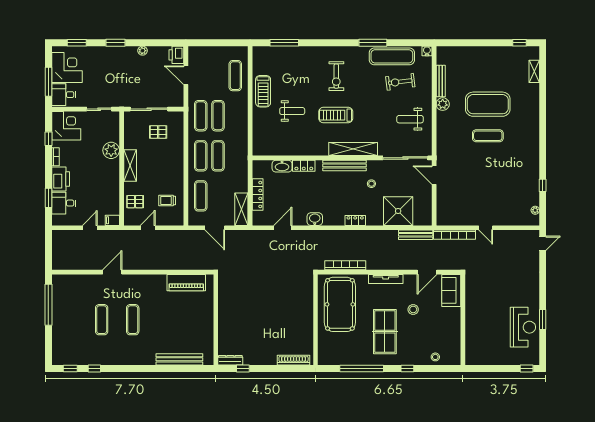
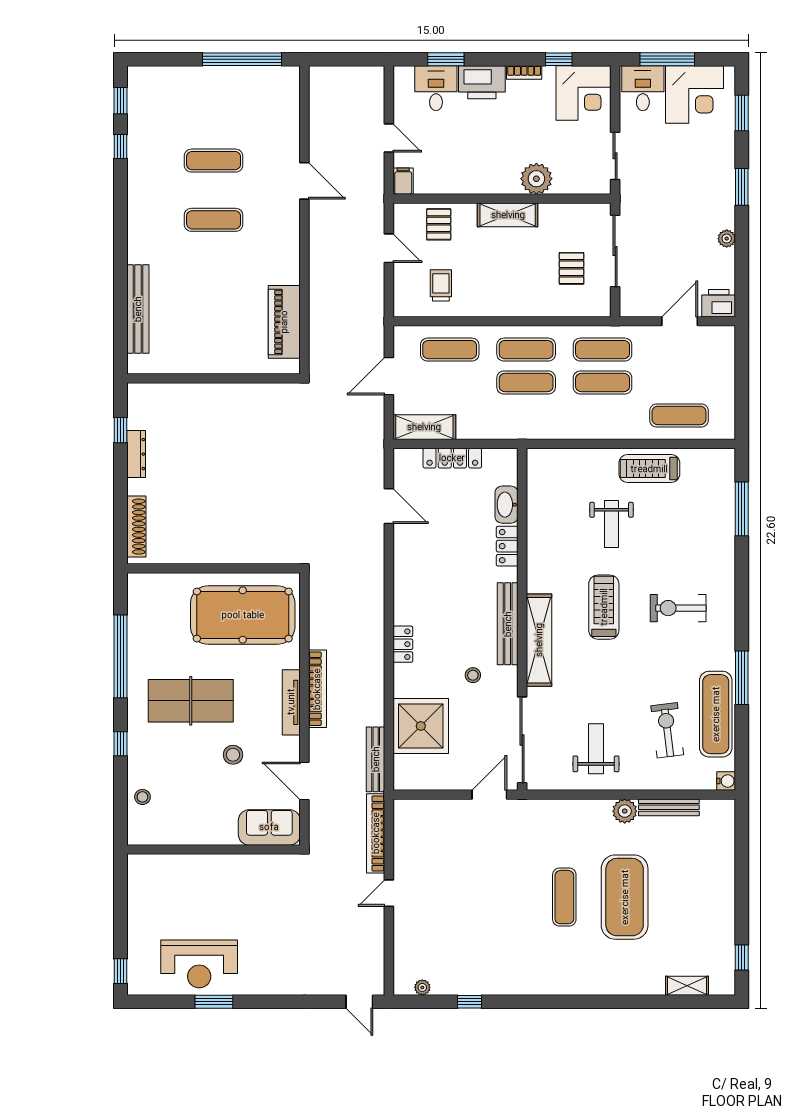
washbasin: (315, 219) -> (405, 567), removed
bookcase: (345, 265) -> (317, 689), moved
dresser: (230, 360) -> (136, 454), moved

